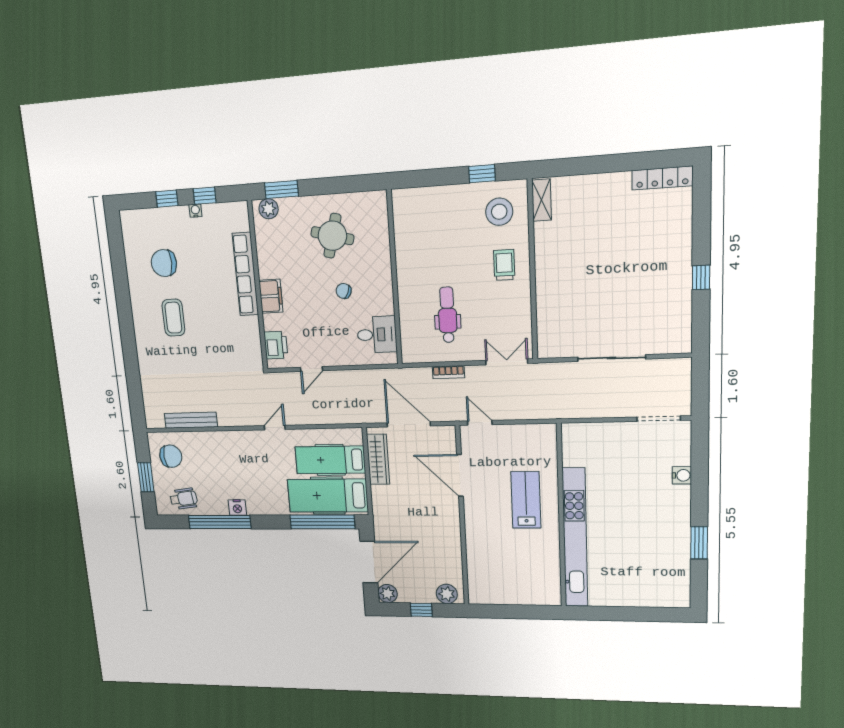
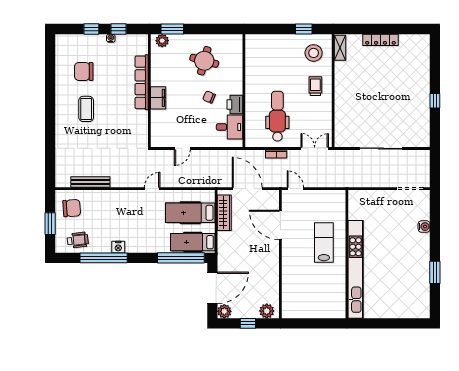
locker: (662, 178) -> (380, 40), moved
dental chair: (447, 315) -> (277, 116), width x1.36, depth x1.38
printer: (276, 345) -> (235, 105), moved, turned 180
hospital bed: (328, 496) -> (193, 242), width x0.73, depth x0.78

